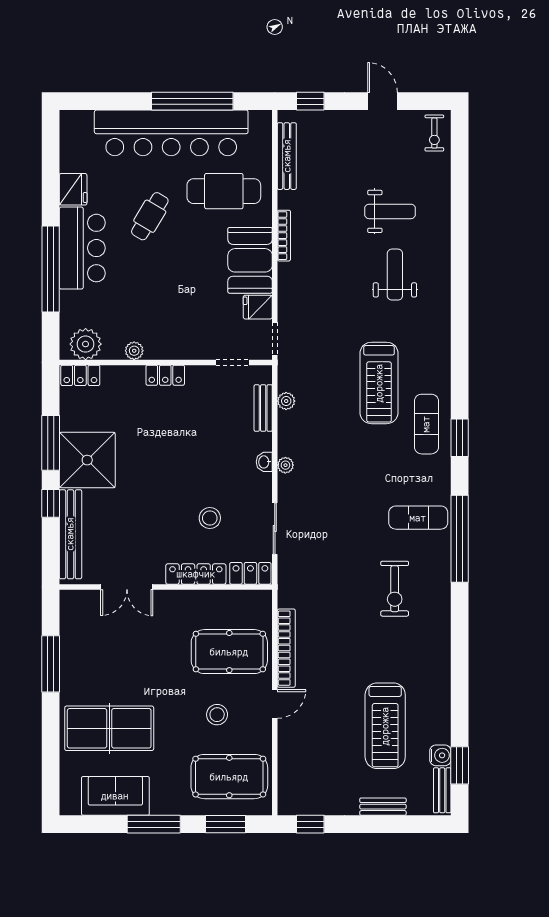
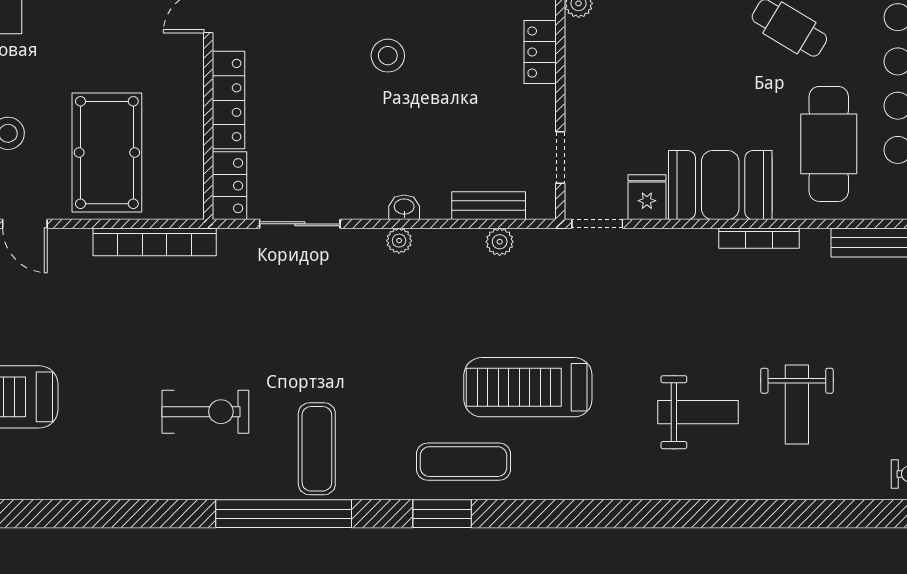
stool: (210, 518) -> (388, 56), moved
exercise bike: (395, 589) -> (205, 412), turned 180
bookcase: (286, 648) -> (155, 242), moved

